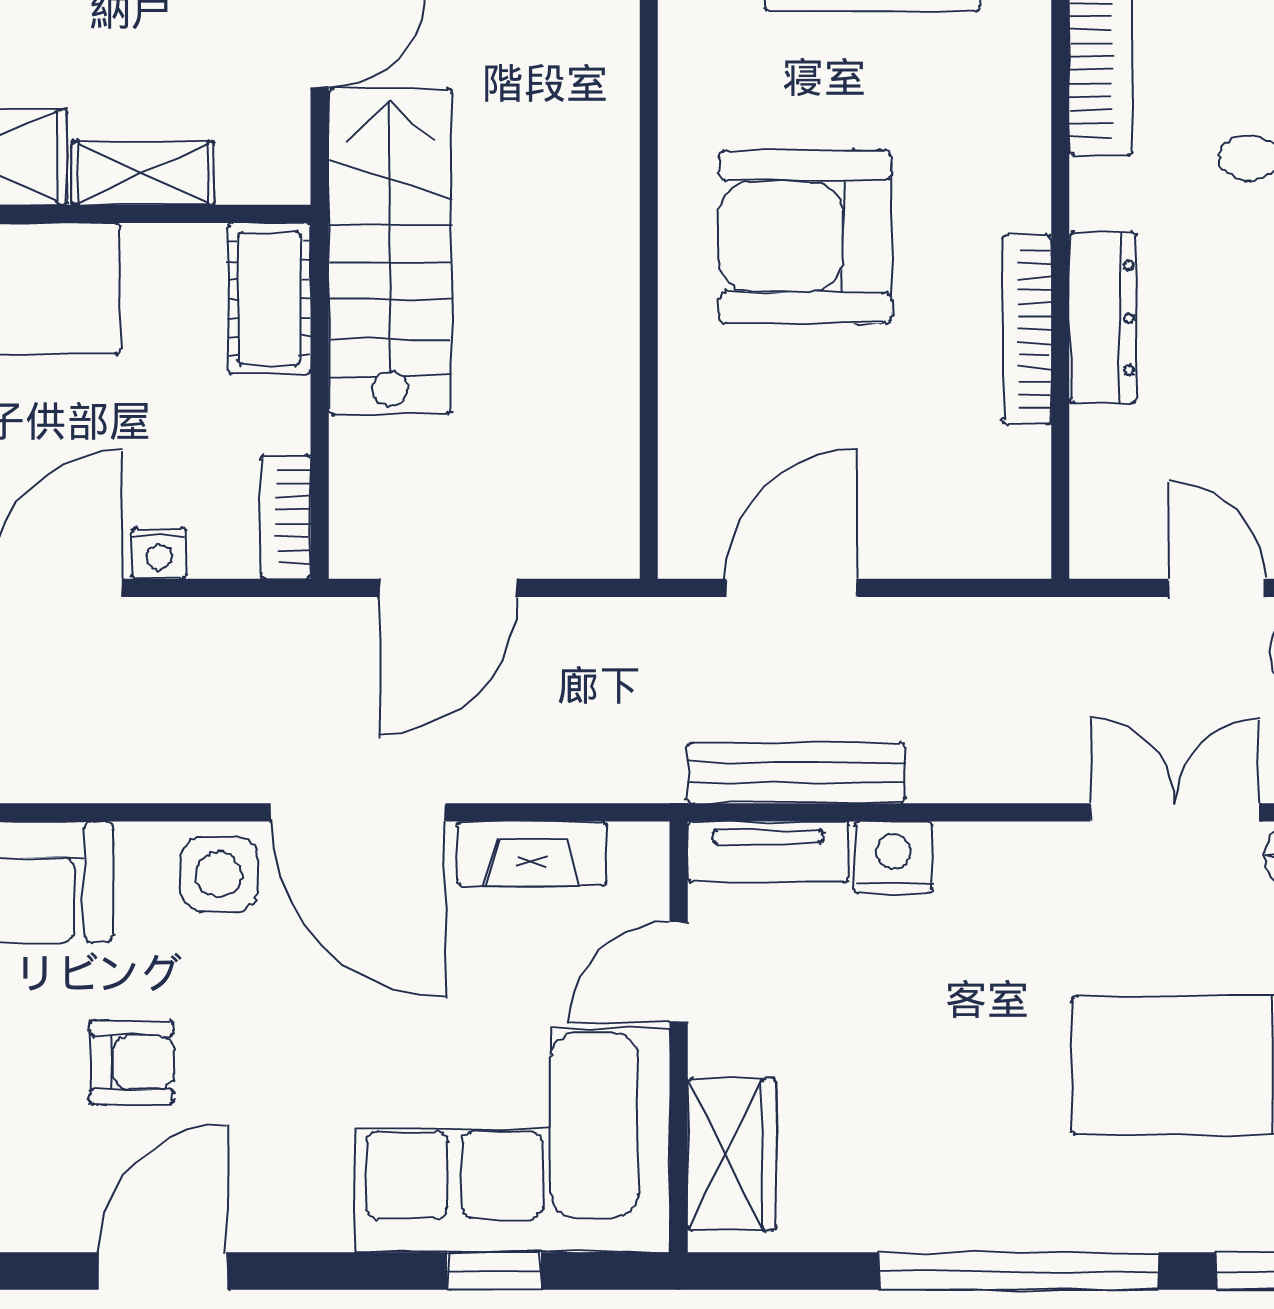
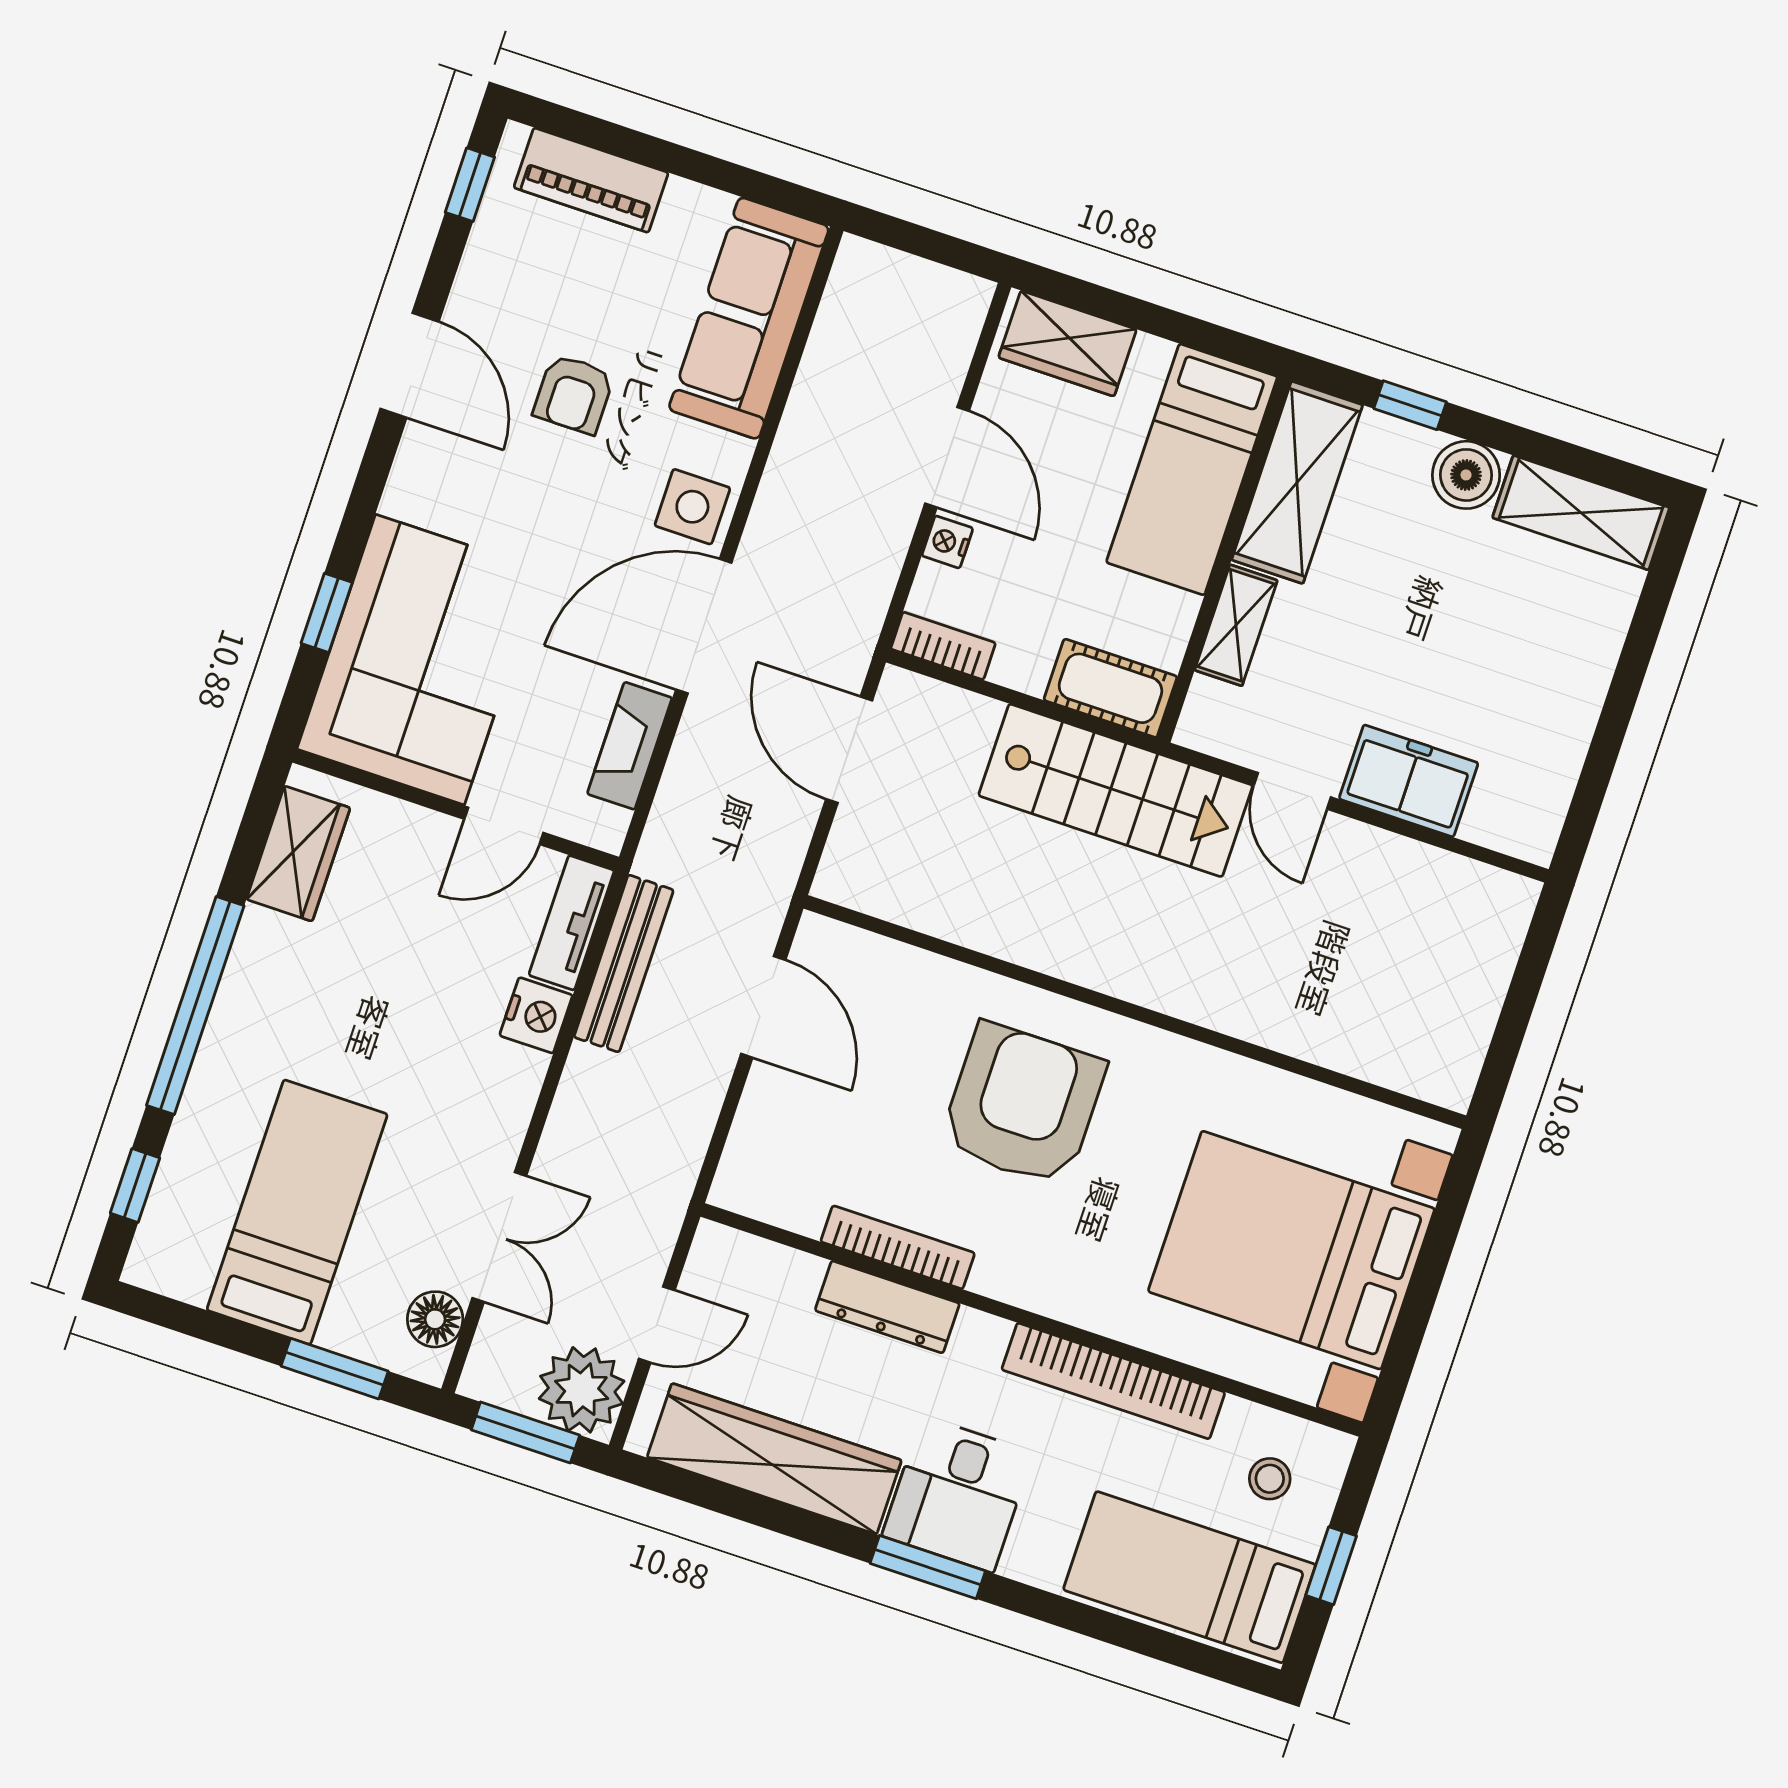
door: (679, 972) -> (504, 826), swing flipped
wardrobe: (732, 1154) -> (298, 854), moved, turned -90

